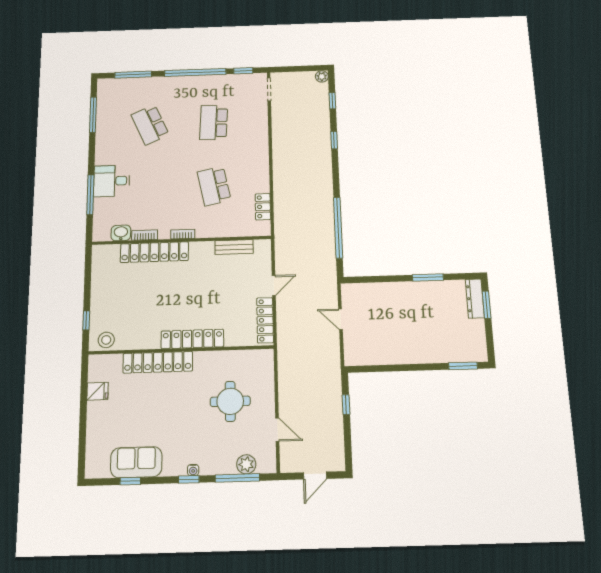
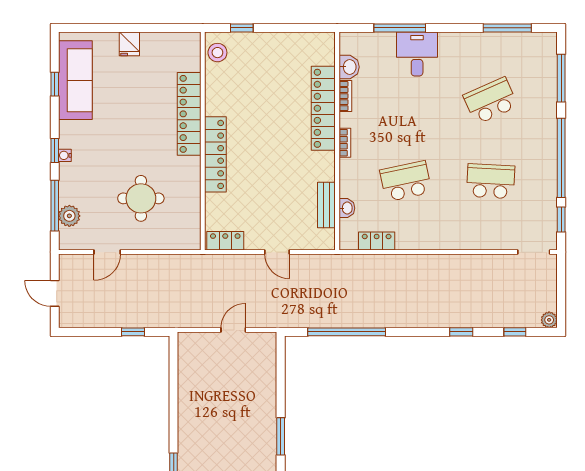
washbasin: (236, 231) -> (347, 208), added
locker: (265, 320) -> (225, 241), width x0.66
fridge: (98, 391) -> (129, 44), moved
sofa: (136, 462) -> (75, 80), width x1.36

